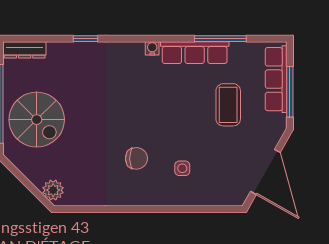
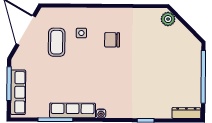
coffee table: (228, 105) -> (57, 42), moved
spiral stairs: (37, 120) -> (179, 66), removed

